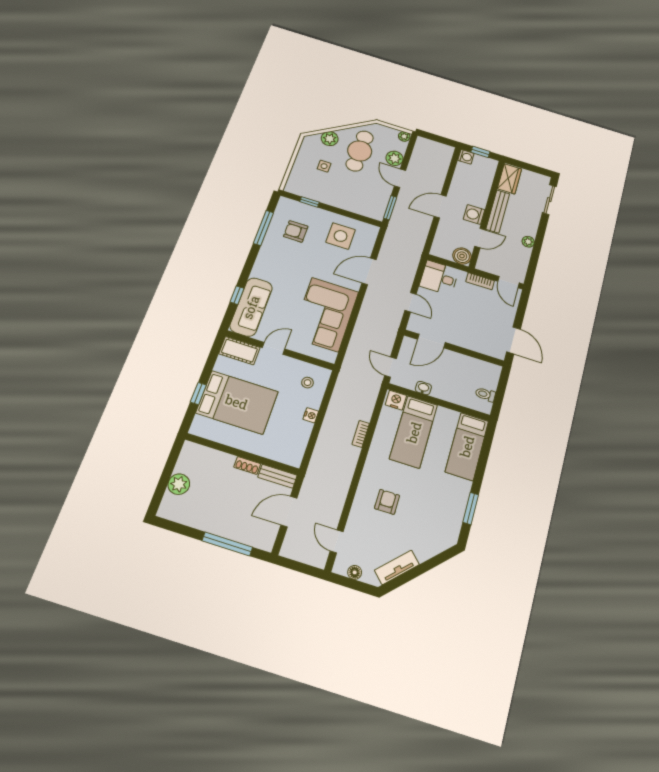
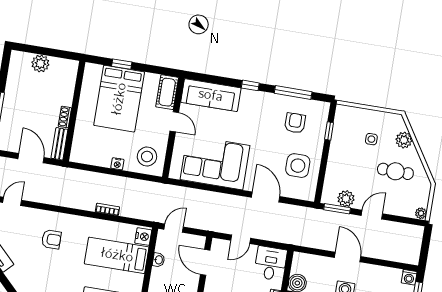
cafe table: (360, 151) -> (395, 171), width x0.73, depth x0.74
plant: (395, 158) -> (346, 199), moved
window: (237, 295) -> (250, 85), moved
stool: (307, 383) -> (147, 157), width x1.89, depth x1.89

